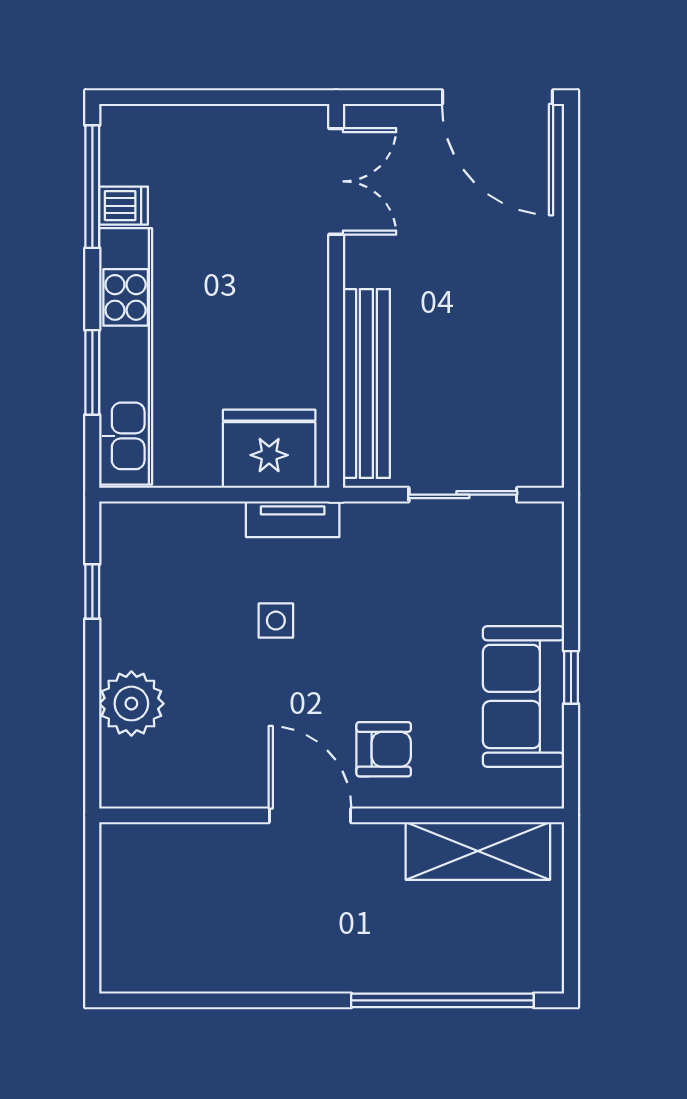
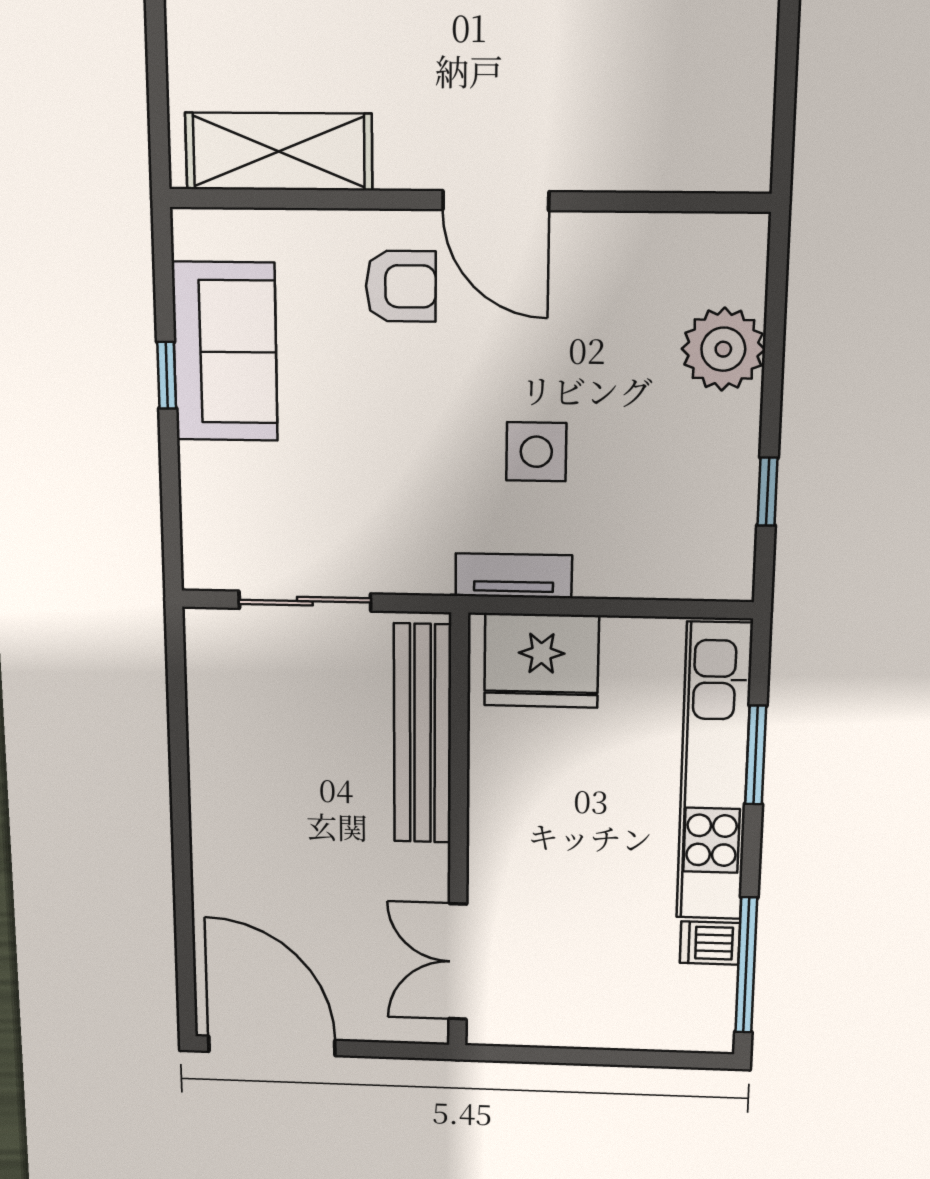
side table: (276, 621) -> (536, 452), width x1.37, depth x1.37
armchair: (384, 749) -> (401, 286), turned 180

